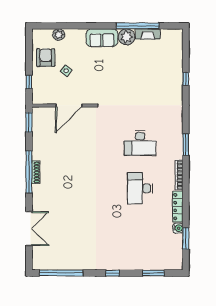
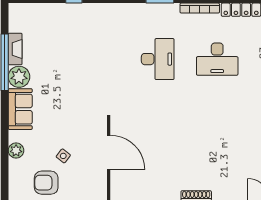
plant: (59, 35) -> (16, 150), moved

